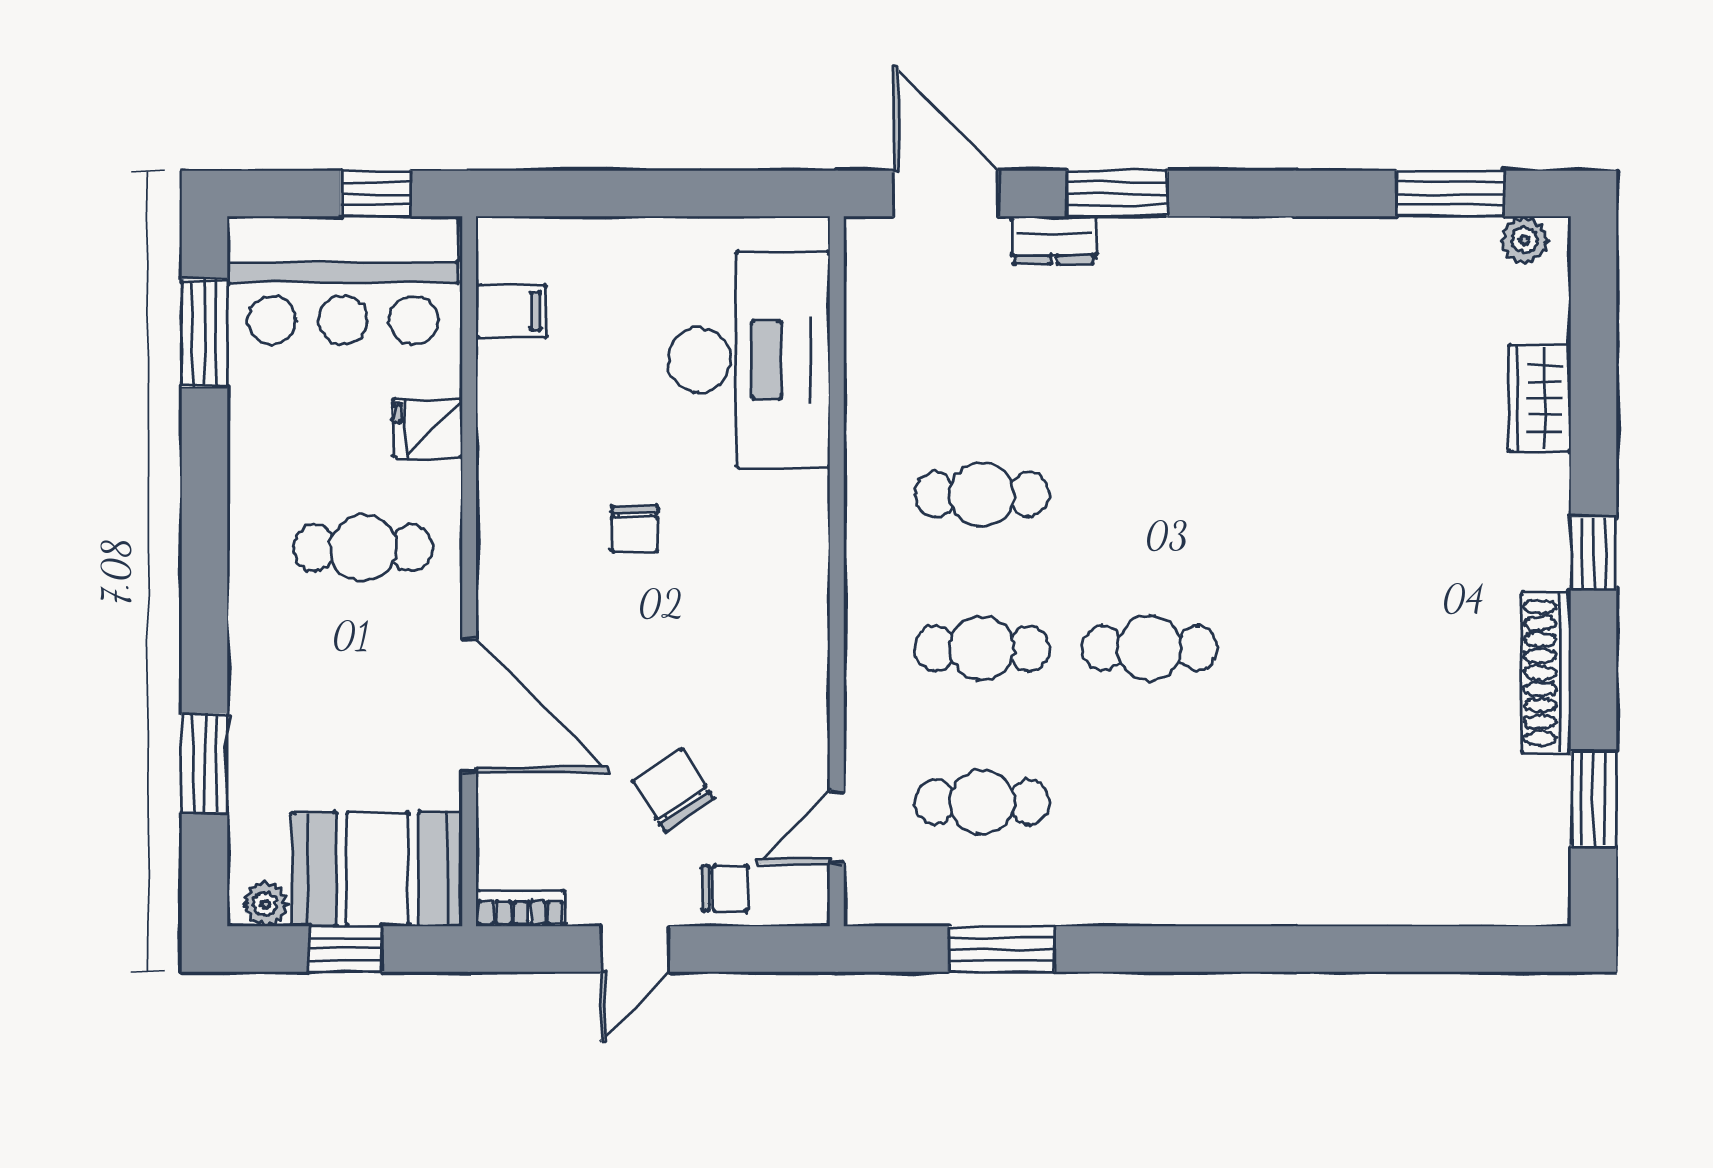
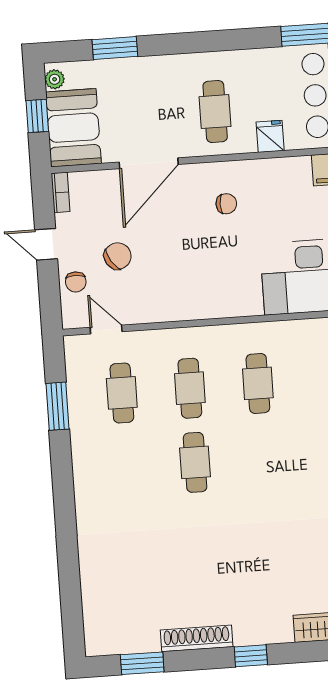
chair: (635, 528) -> (226, 204), moved, turned 180

